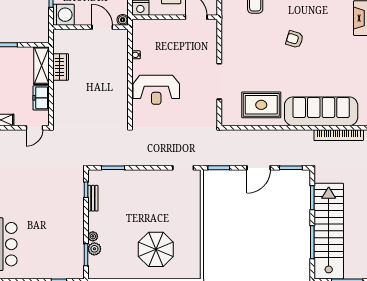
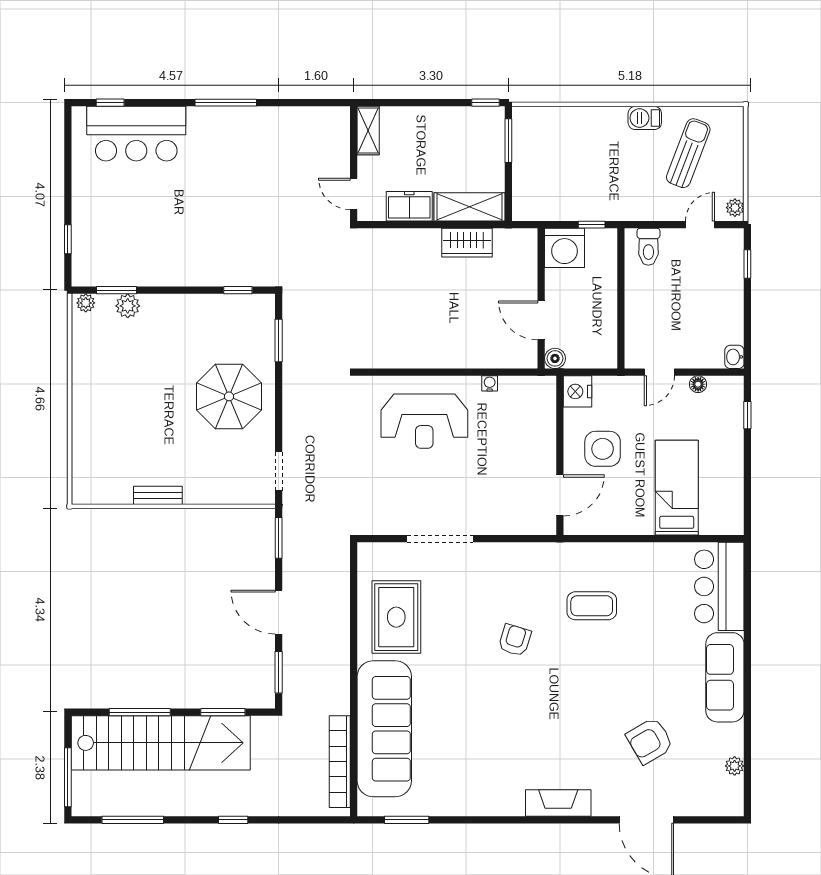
door: (102, 27) -> (541, 320), swing flipped
armchair: (295, 39) -> (515, 640), moved
reception desk: (156, 90) -> (424, 421), turned -90
bench: (93, 198) -> (158, 495), moved
plant: (93, 236) -> (86, 303), moved
parasol: (156, 249) -> (229, 396), moved

